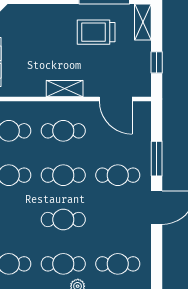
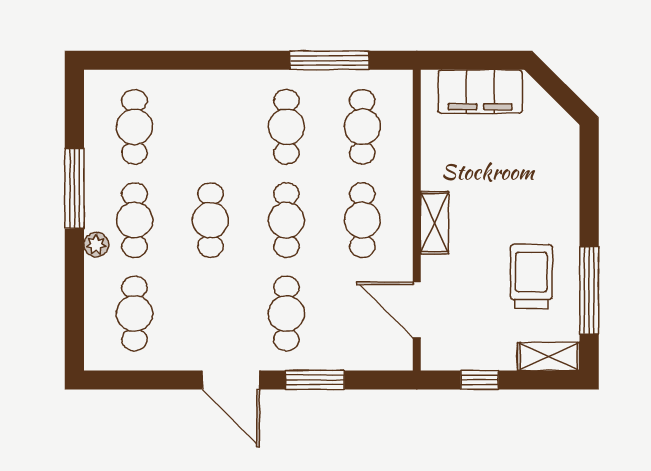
door: (116, 99) -> (417, 310), hinge flipped

